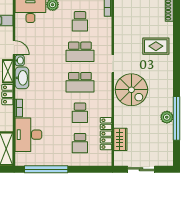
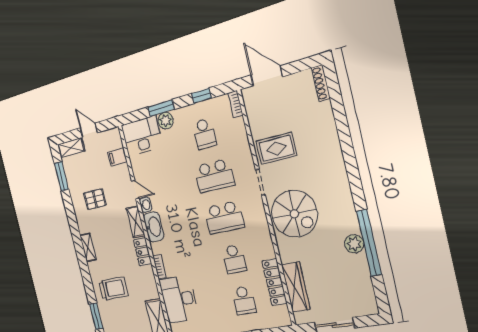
rug: (156, 46) -> (276, 148), moved
wardrobe: (120, 139) -> (296, 287), width x1.50

